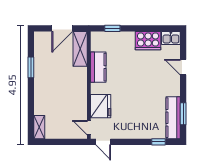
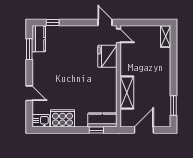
shelving: (80, 49) -> (127, 93), moved
window: (31, 67) -> (173, 105), moved
kitchen counter: (98, 67) -> (102, 120), moved, turned 90
kitchen counter: (173, 118) -> (39, 39), width x0.67

